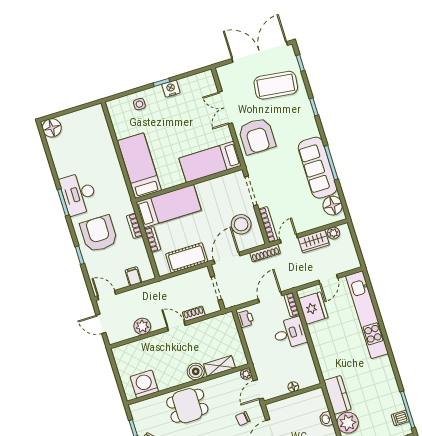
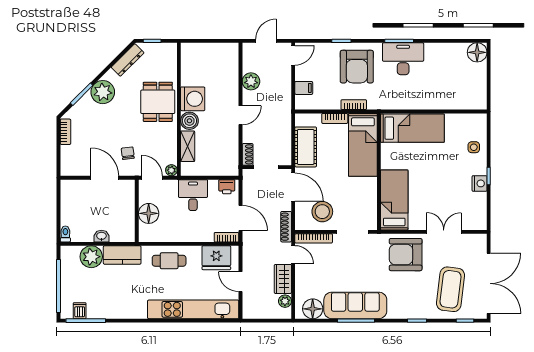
armchair: (99, 234) -> (357, 67), turned 90
shoe rack: (194, 314) -> (248, 154), moved
desk: (290, 333) -> (193, 195), moved, turned 180
cafe table: (329, 350) -> (169, 261), added
washing machine: (144, 384) -> (193, 99), moved
floor lamp: (293, 387) -> (149, 213), width x1.89, depth x1.89

